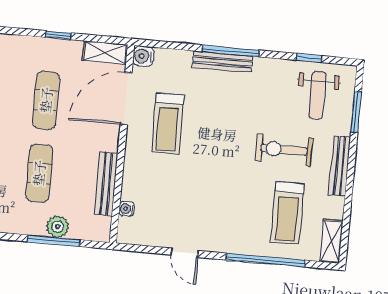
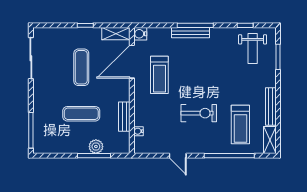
exercise bike: (284, 150) -> (199, 113), moved, turned 180
bench: (340, 166) -> (271, 106), moved
exercise mat: (39, 173) -> (81, 114), turned 90
bench: (106, 184) -> (124, 117), width x0.73

